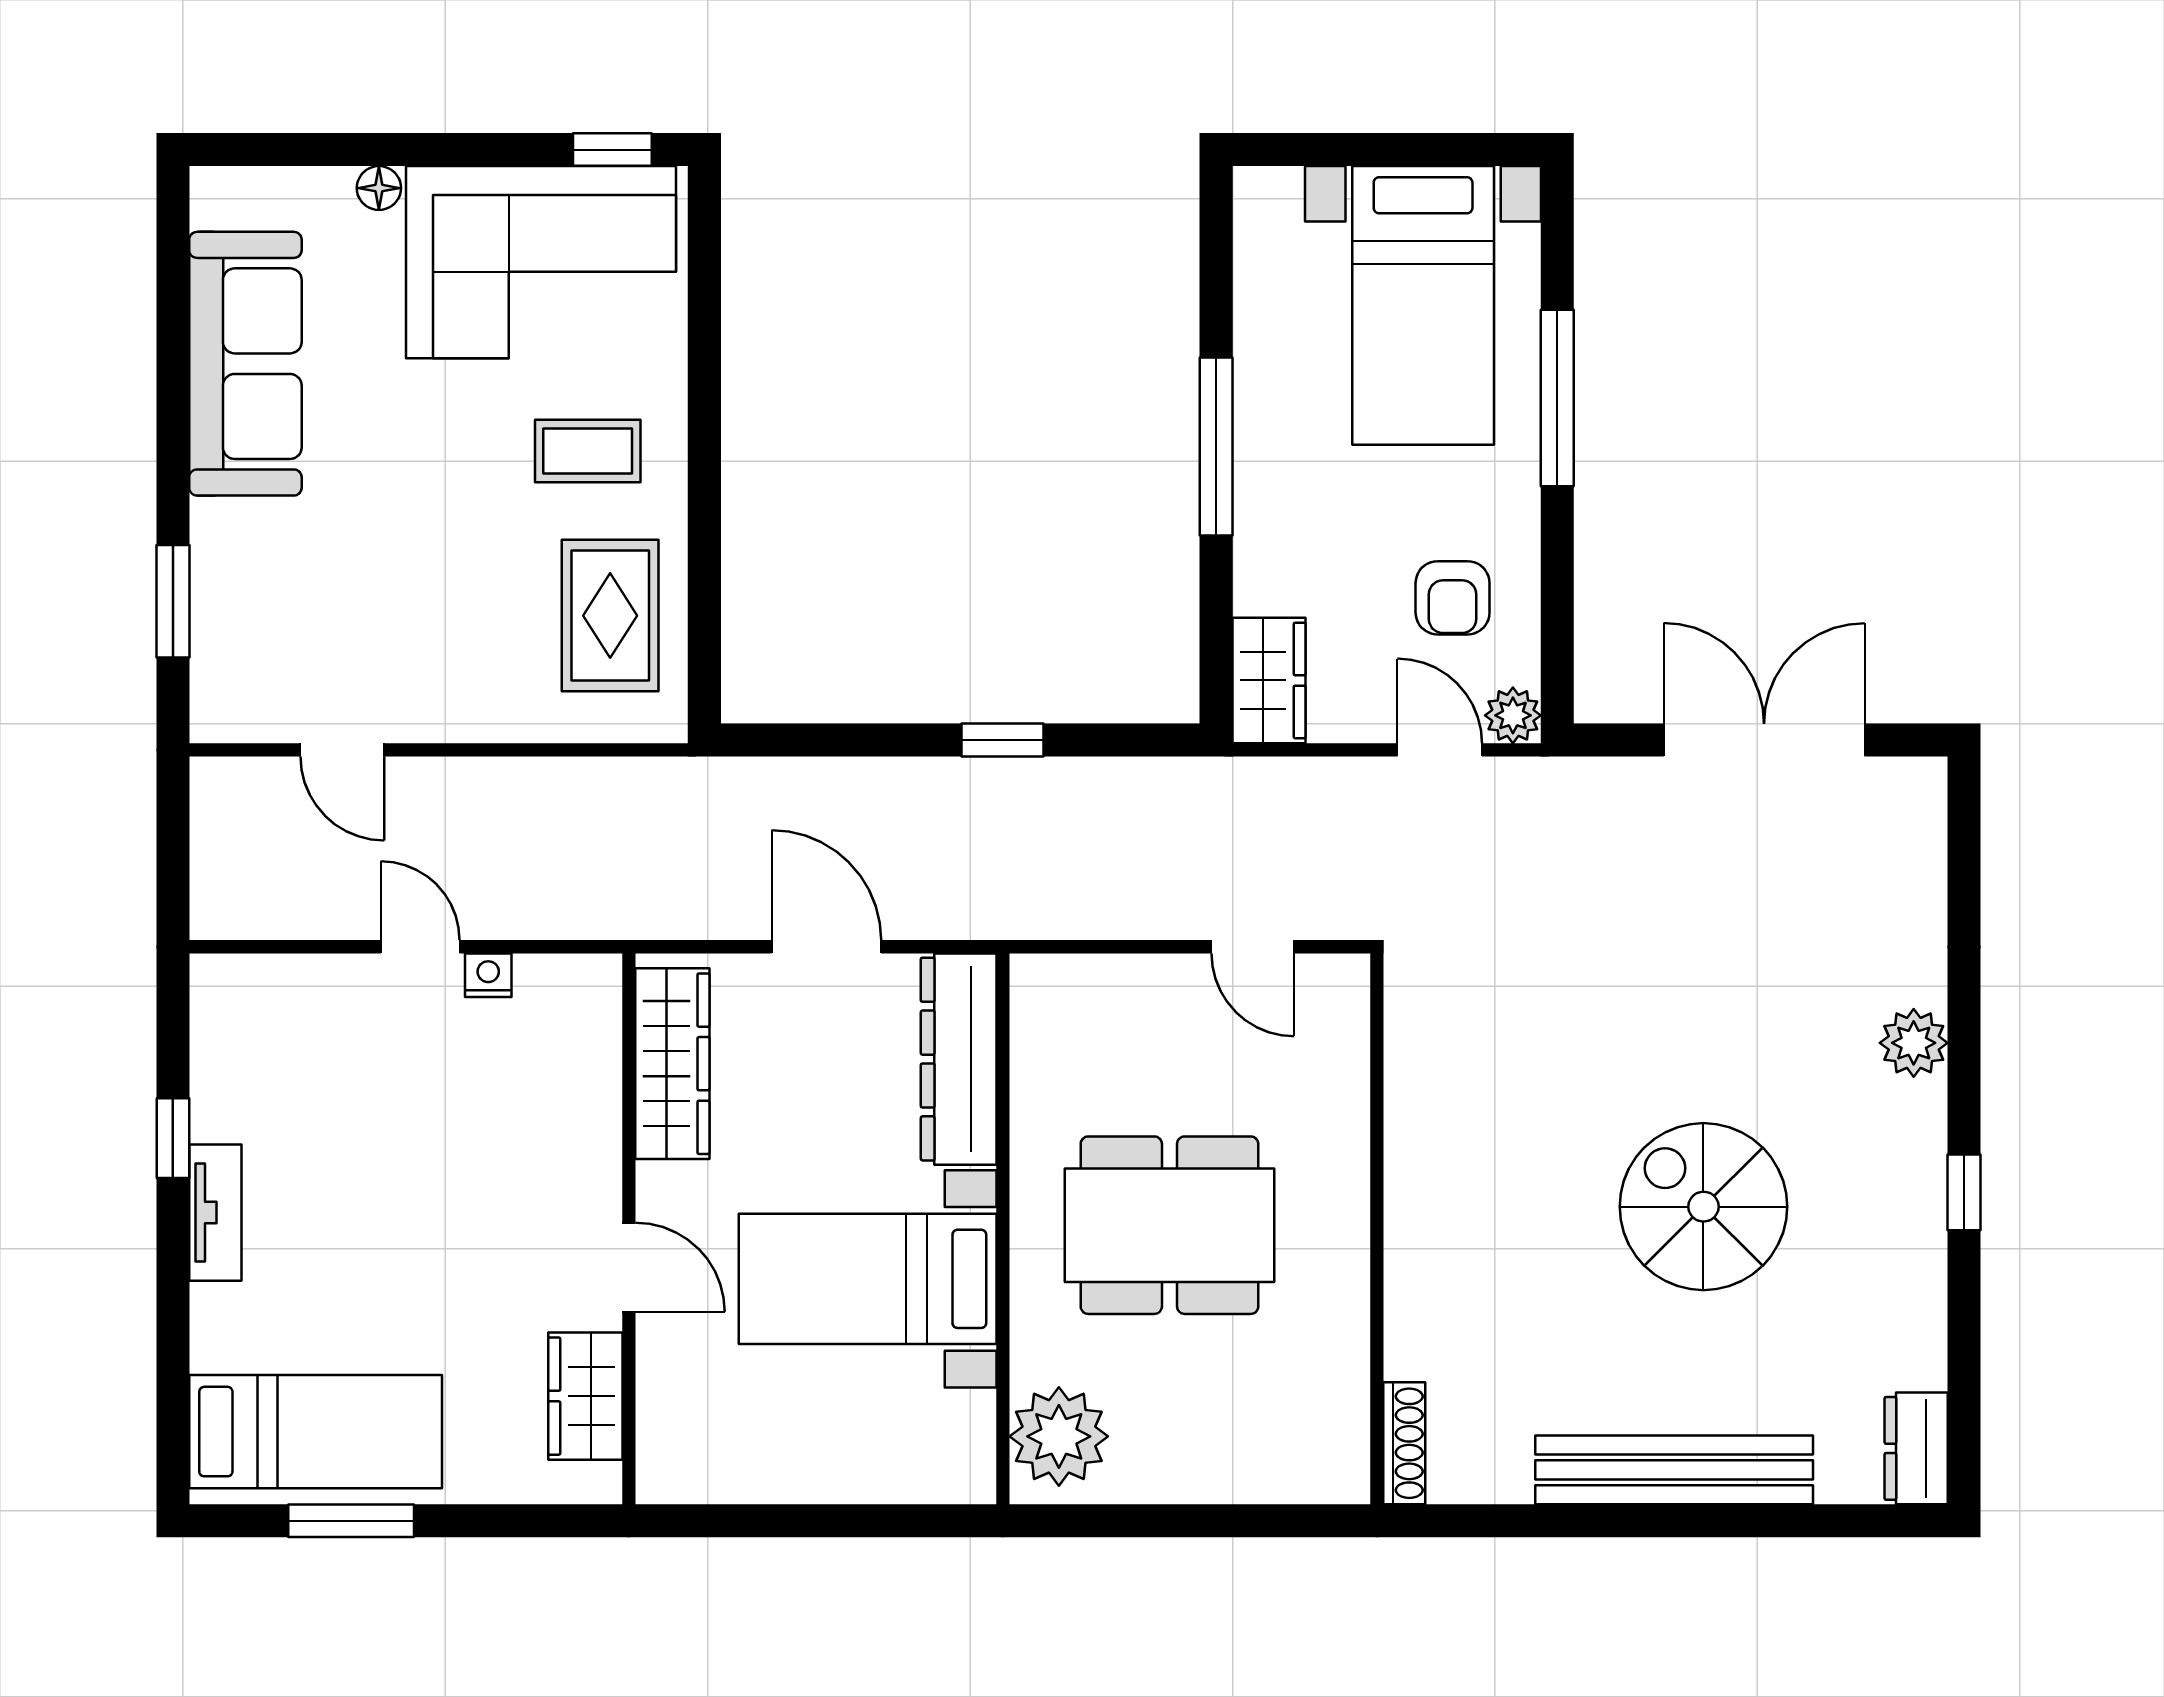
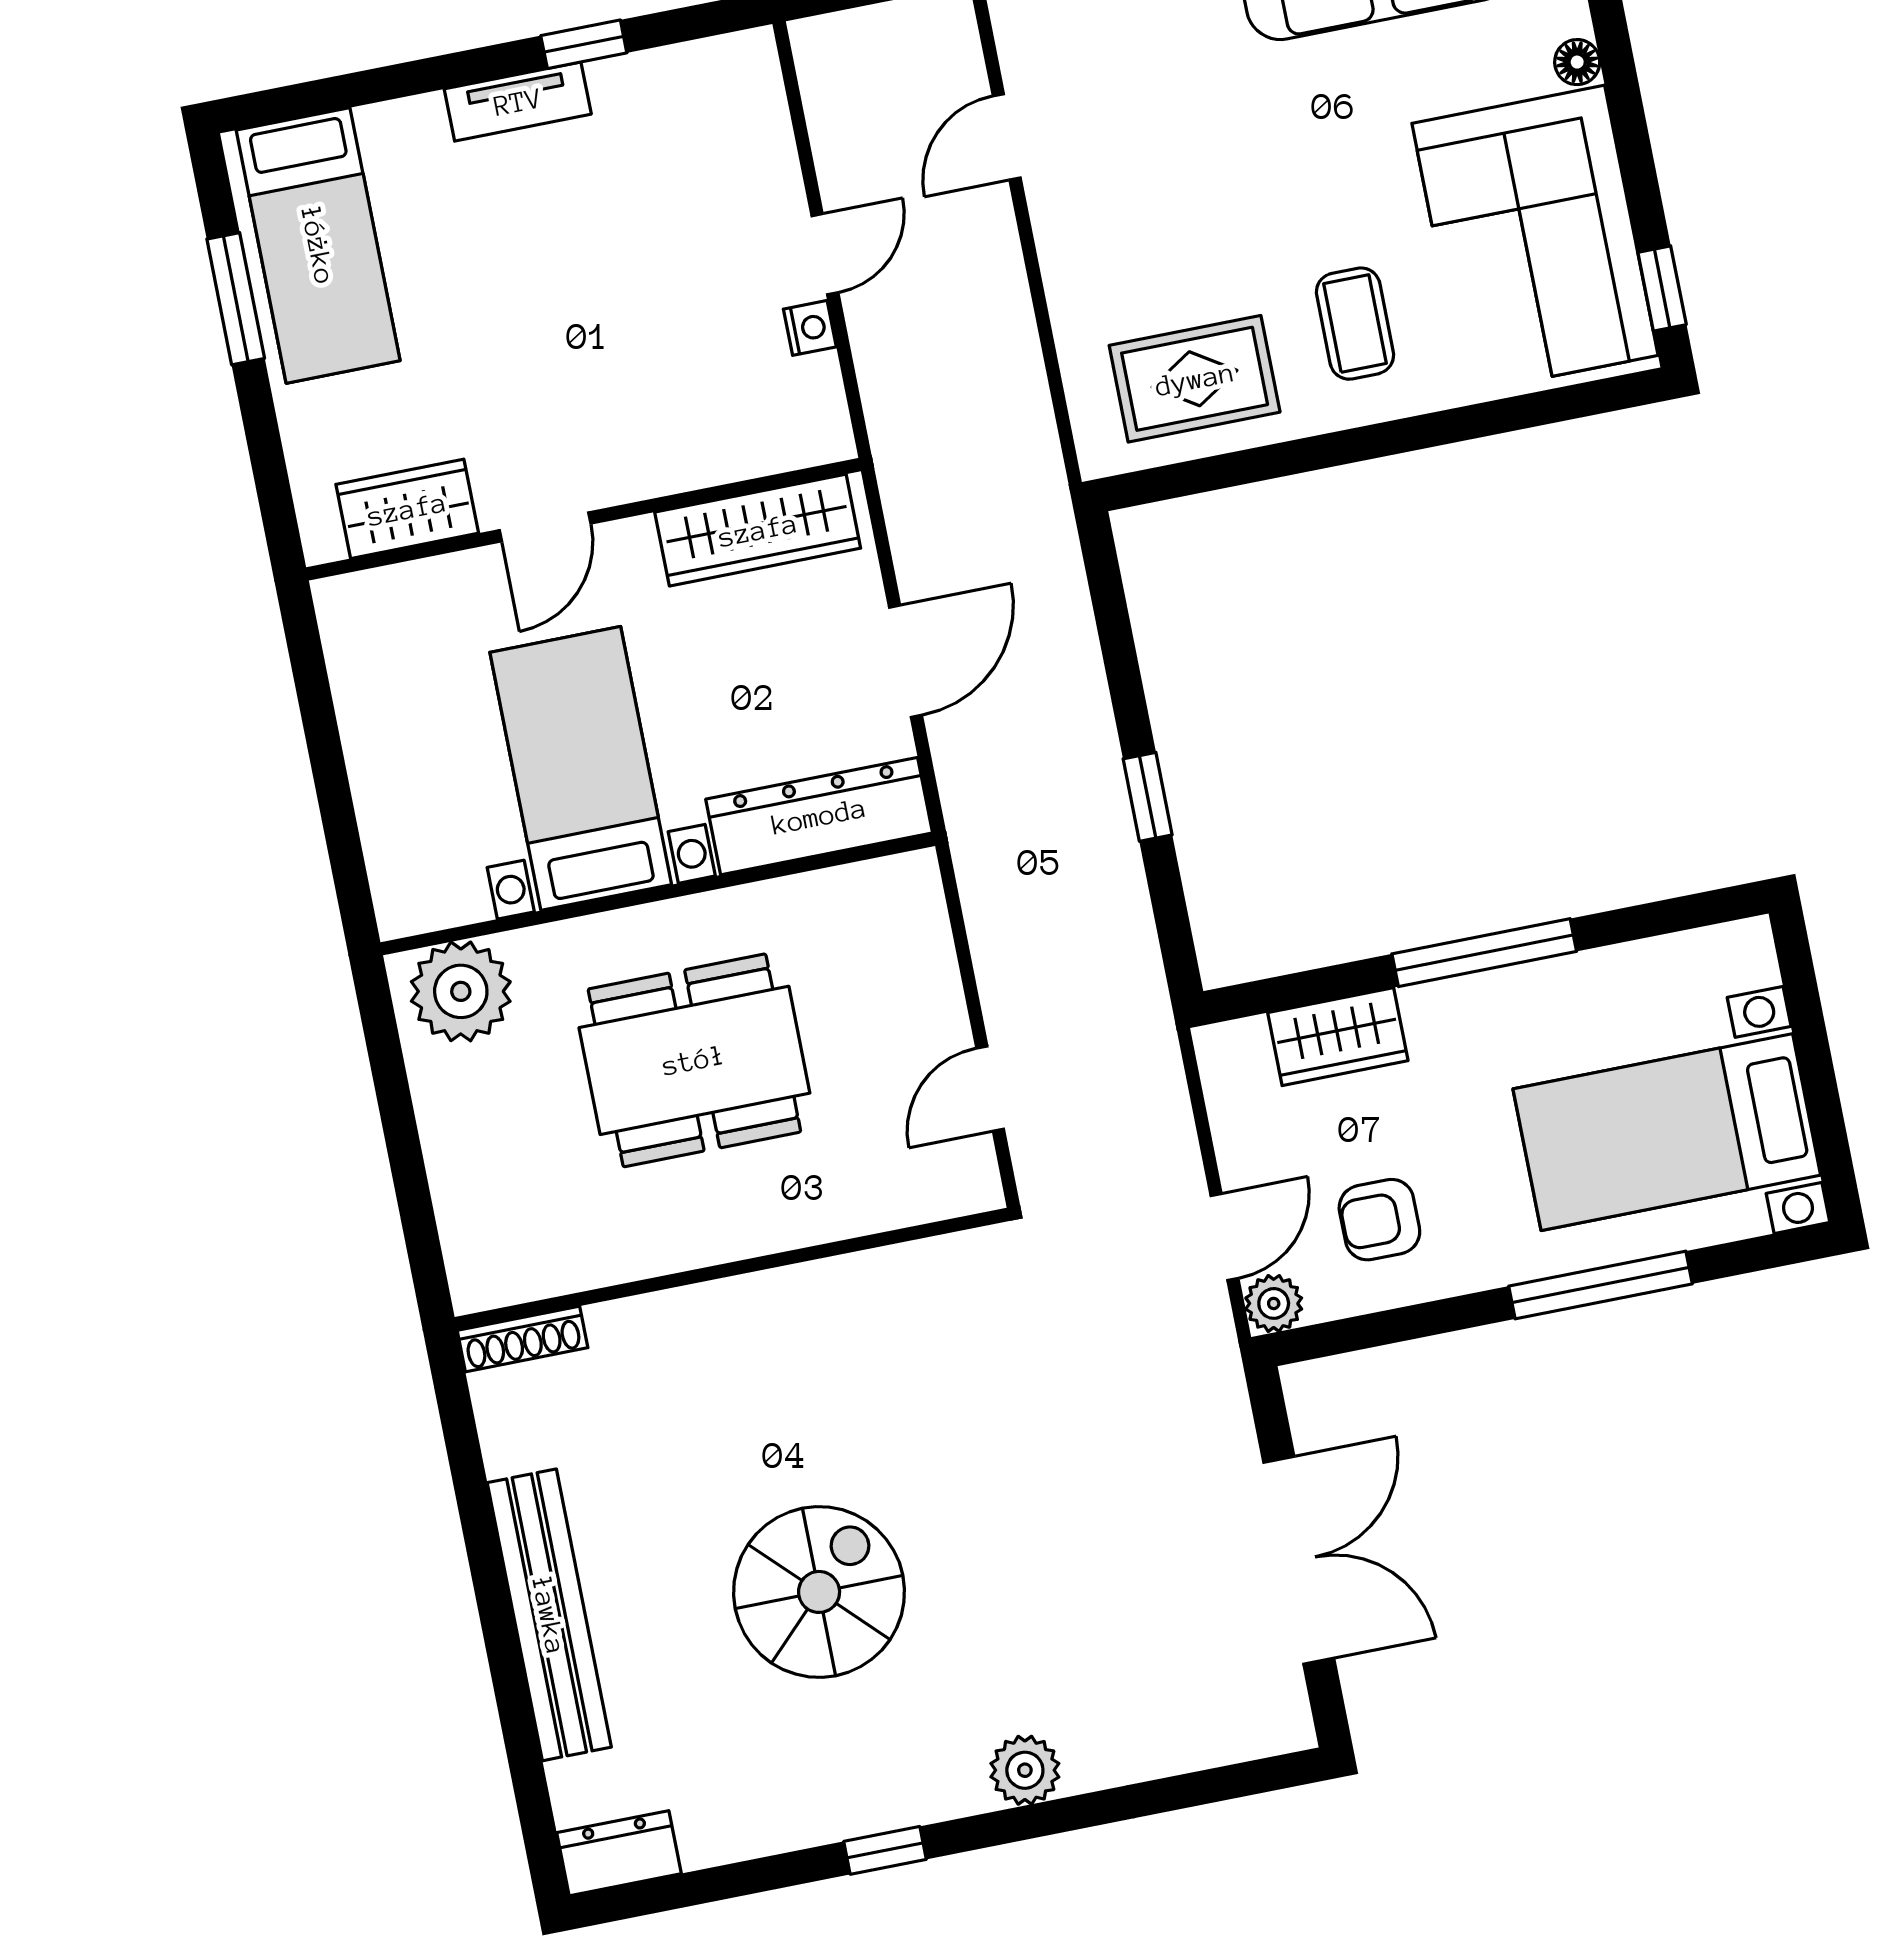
wardrobe: (1269, 680) -> (1338, 1037), moved
dining table: (1169, 1225) -> (694, 1060), turned 90

